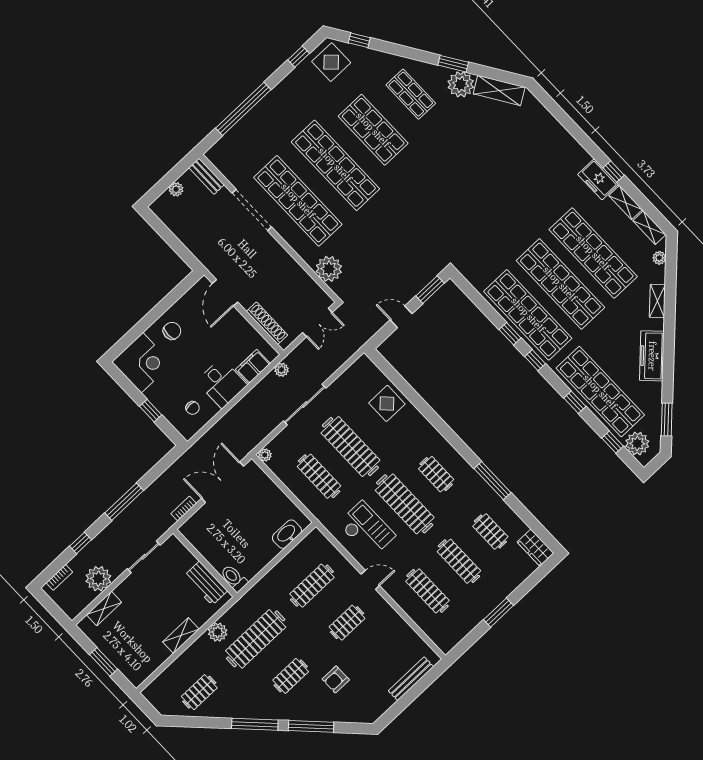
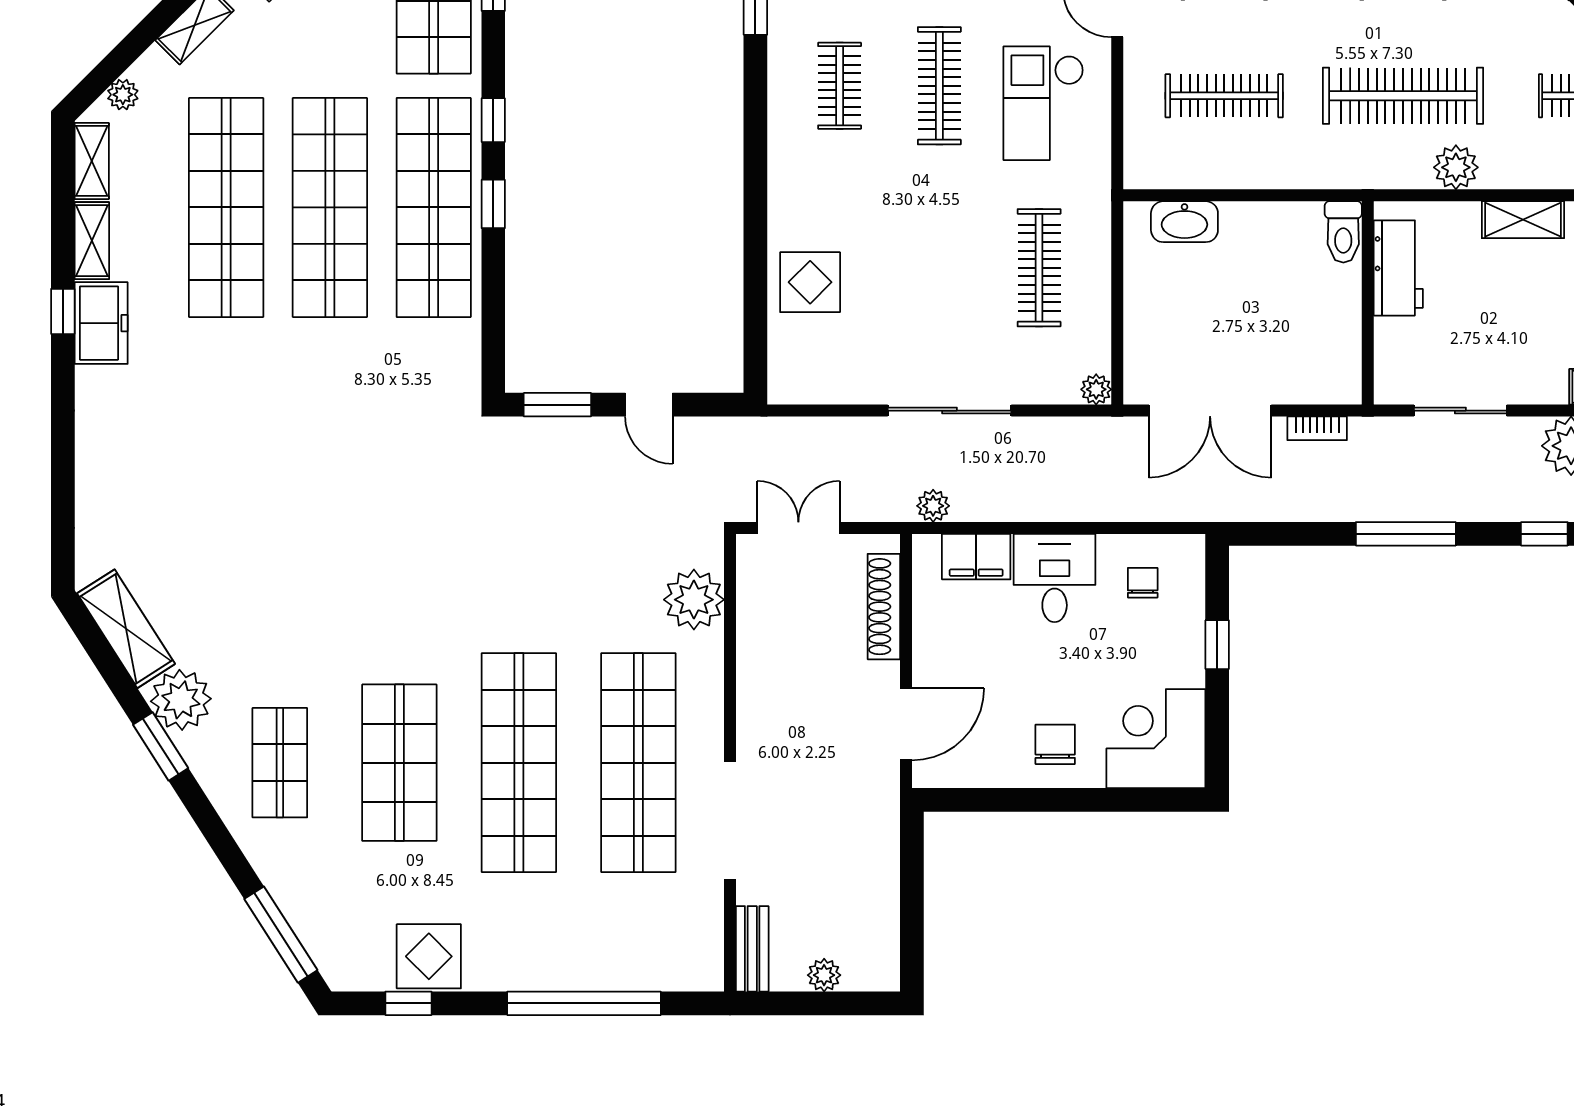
window: (359, 40) -> (281, 935), width x2.17
display table: (331, 62) -> (429, 956), moved
chair: (172, 331) -> (1055, 744), turned 90
clothes rail: (350, 447) -> (939, 268), removed
clothes rail: (405, 504) -> (939, 86), width x0.73, depth x0.76

